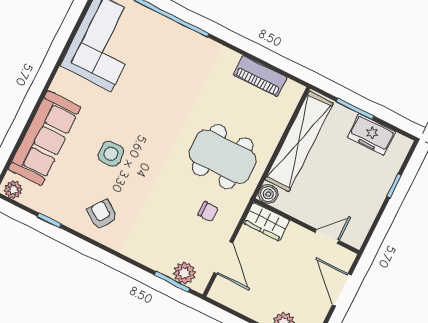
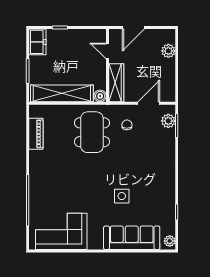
freezer: (371, 134) -> (37, 42), moved
armchair: (102, 214) -> (158, 184), removed
wardrobe: (266, 222) -> (116, 83), width x1.50

